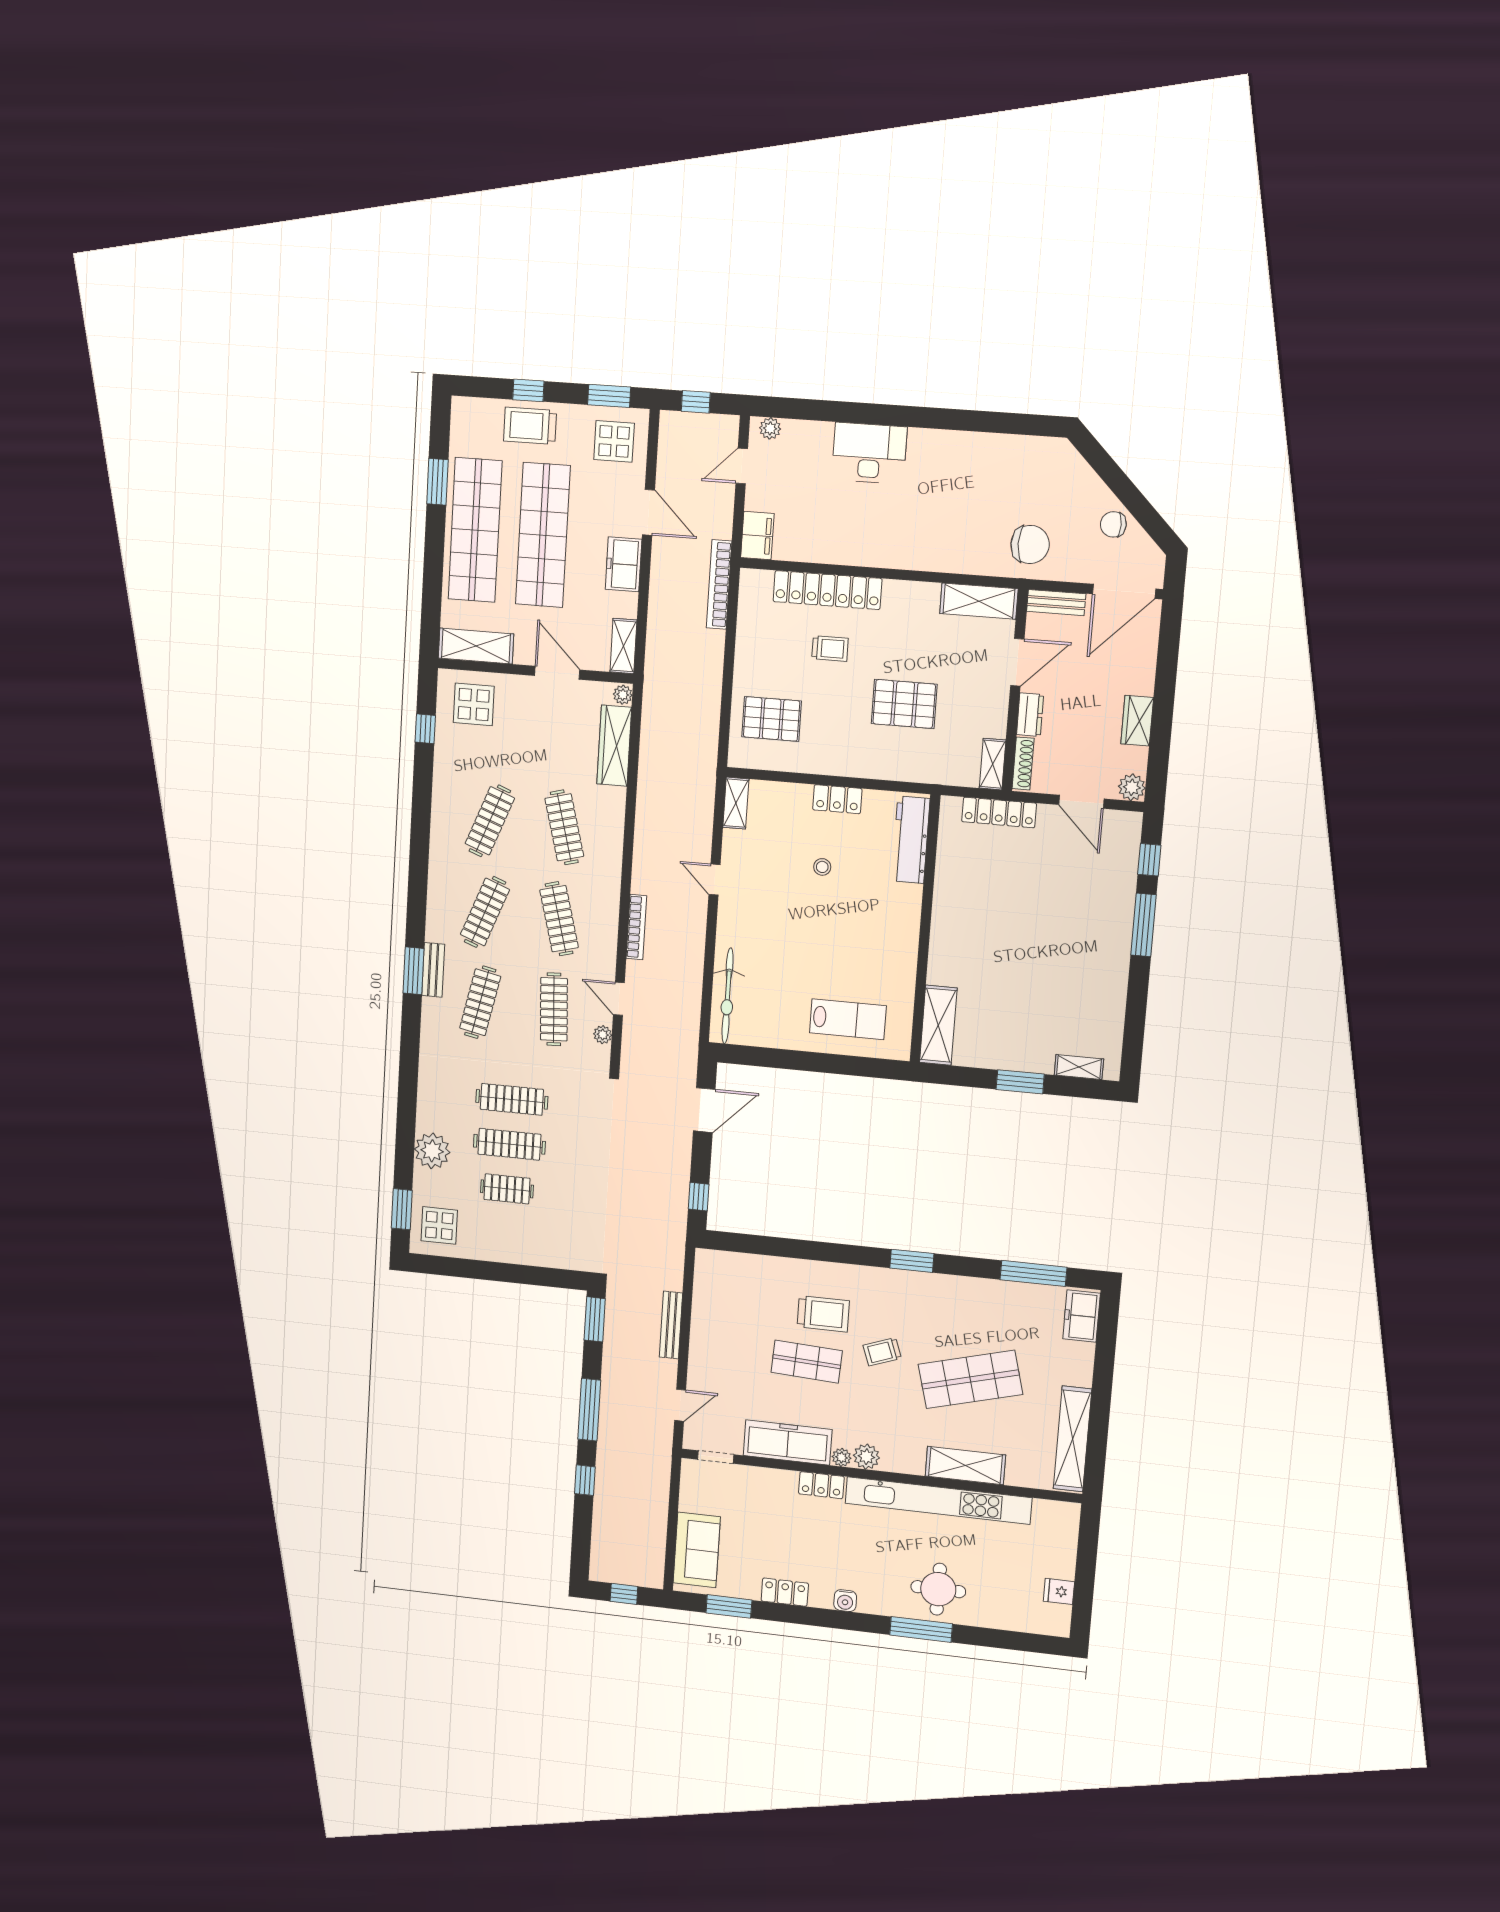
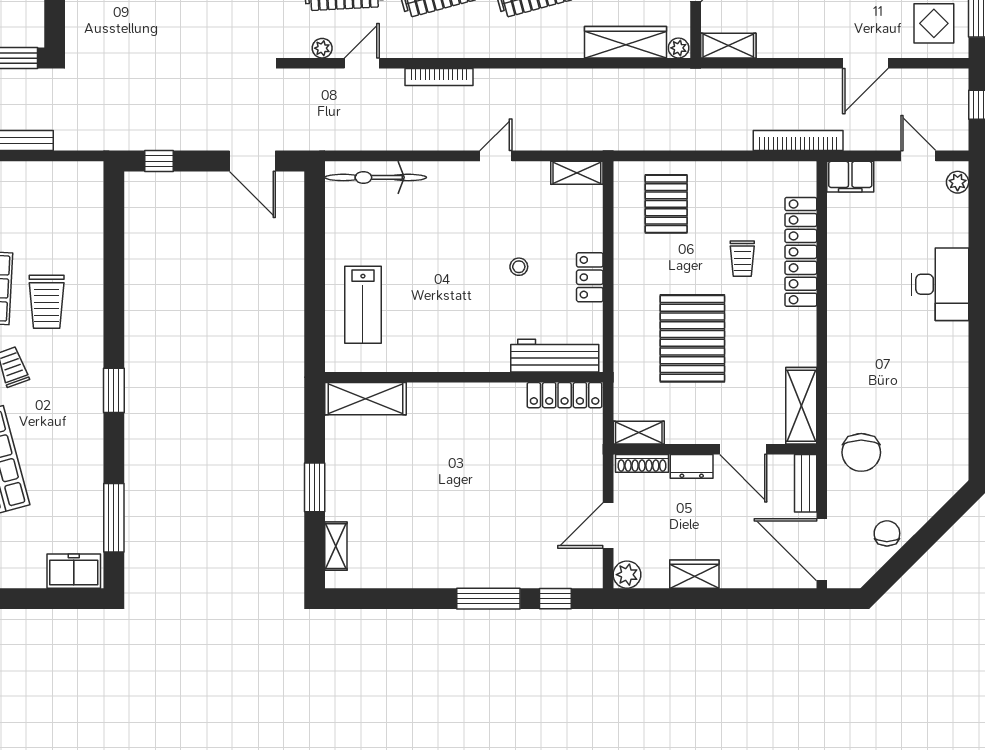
freezer: (624, 564) -> (811, 41), removed
pallet: (904, 704) -> (692, 338), width x1.37, depth x1.41
locker: (999, 812) -> (565, 395), moved, turned -90

